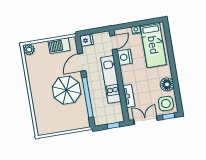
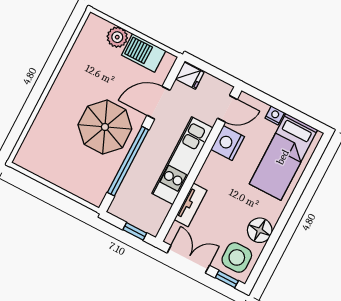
plant: (29, 50) -> (117, 37), moved

